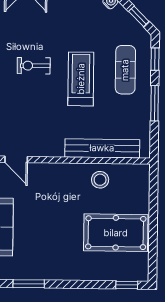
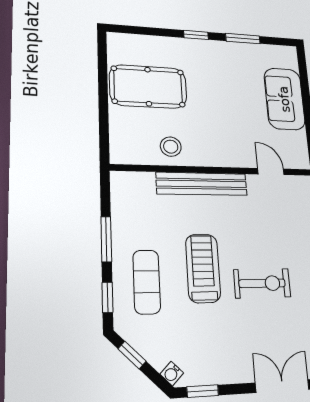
exercise bike: (34, 66) -> (262, 283), width x1.38, depth x1.39
treadmill: (81, 79) -> (203, 268), turned 180
bench: (102, 148) -> (202, 184), moved
window: (127, 285) -> (196, 35), moved

